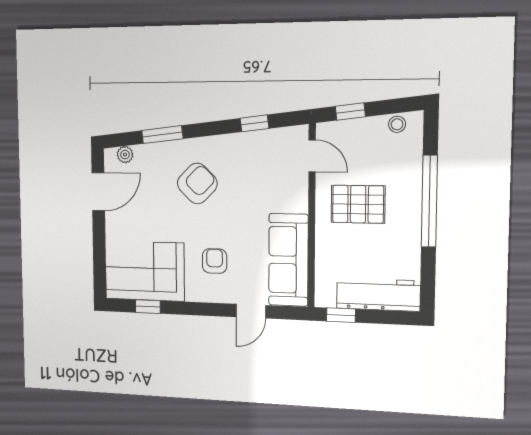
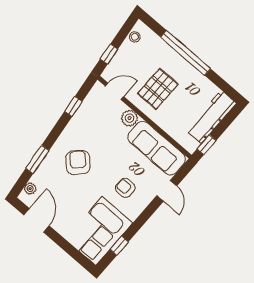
plant: (296, 200) -> (130, 118), added

